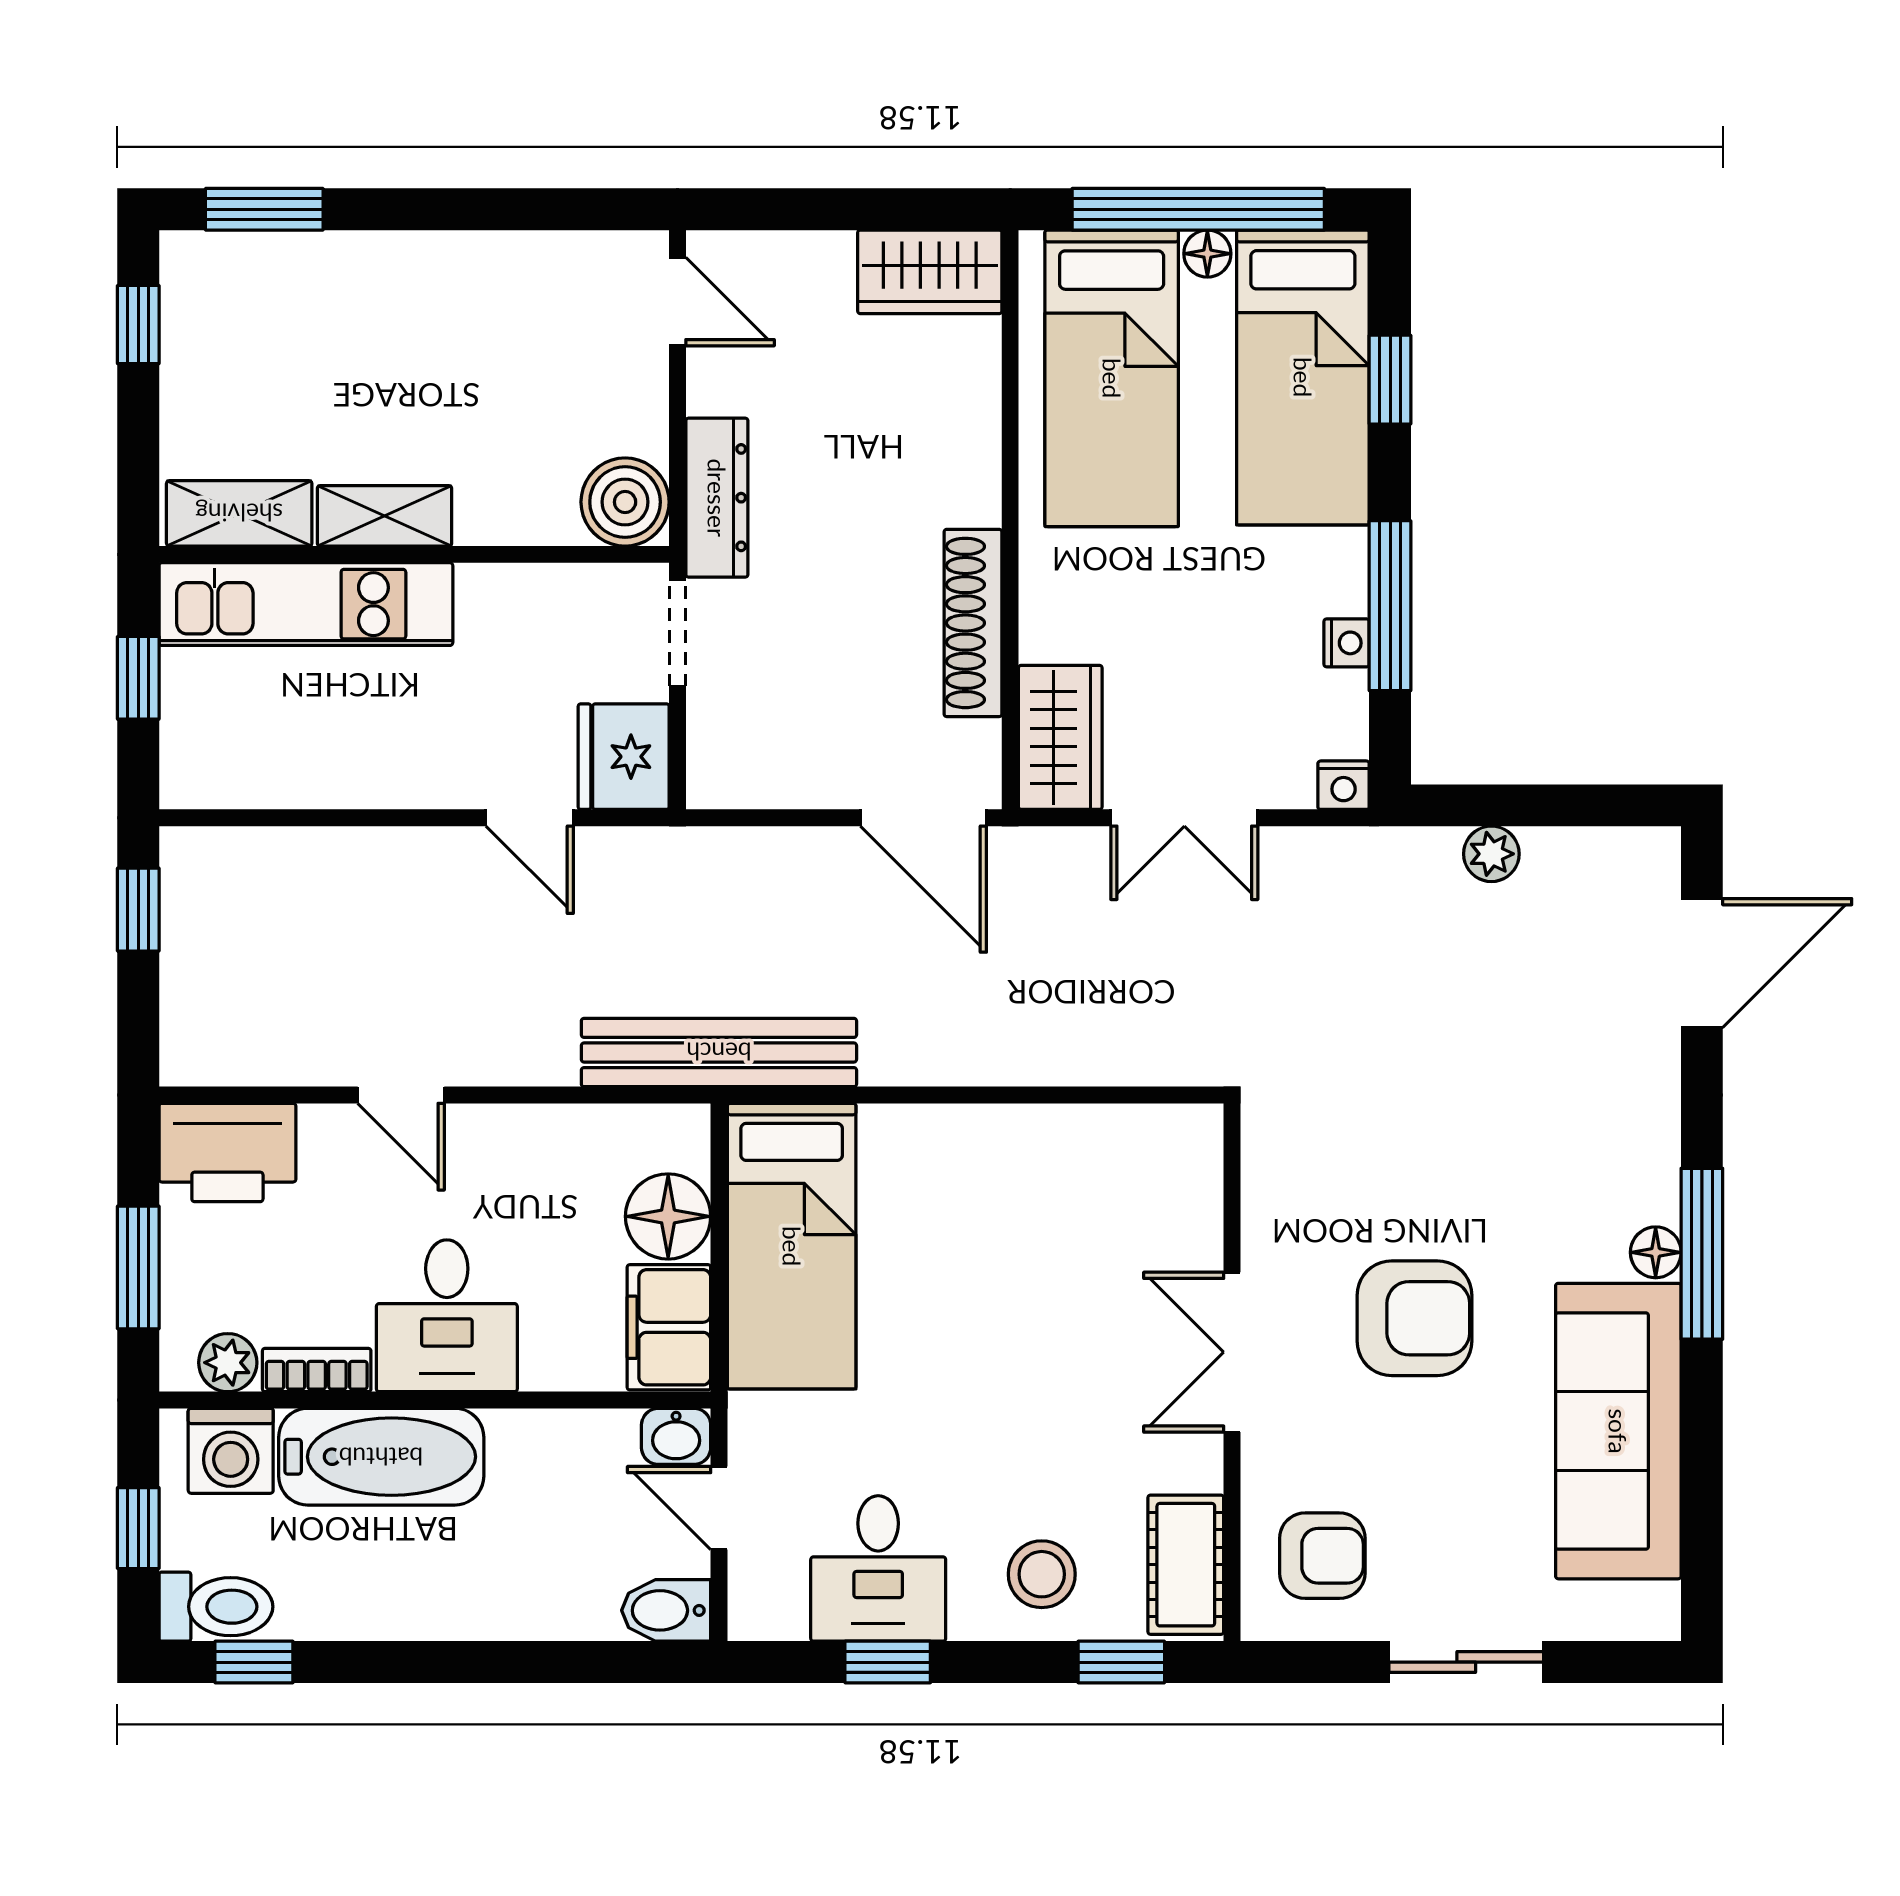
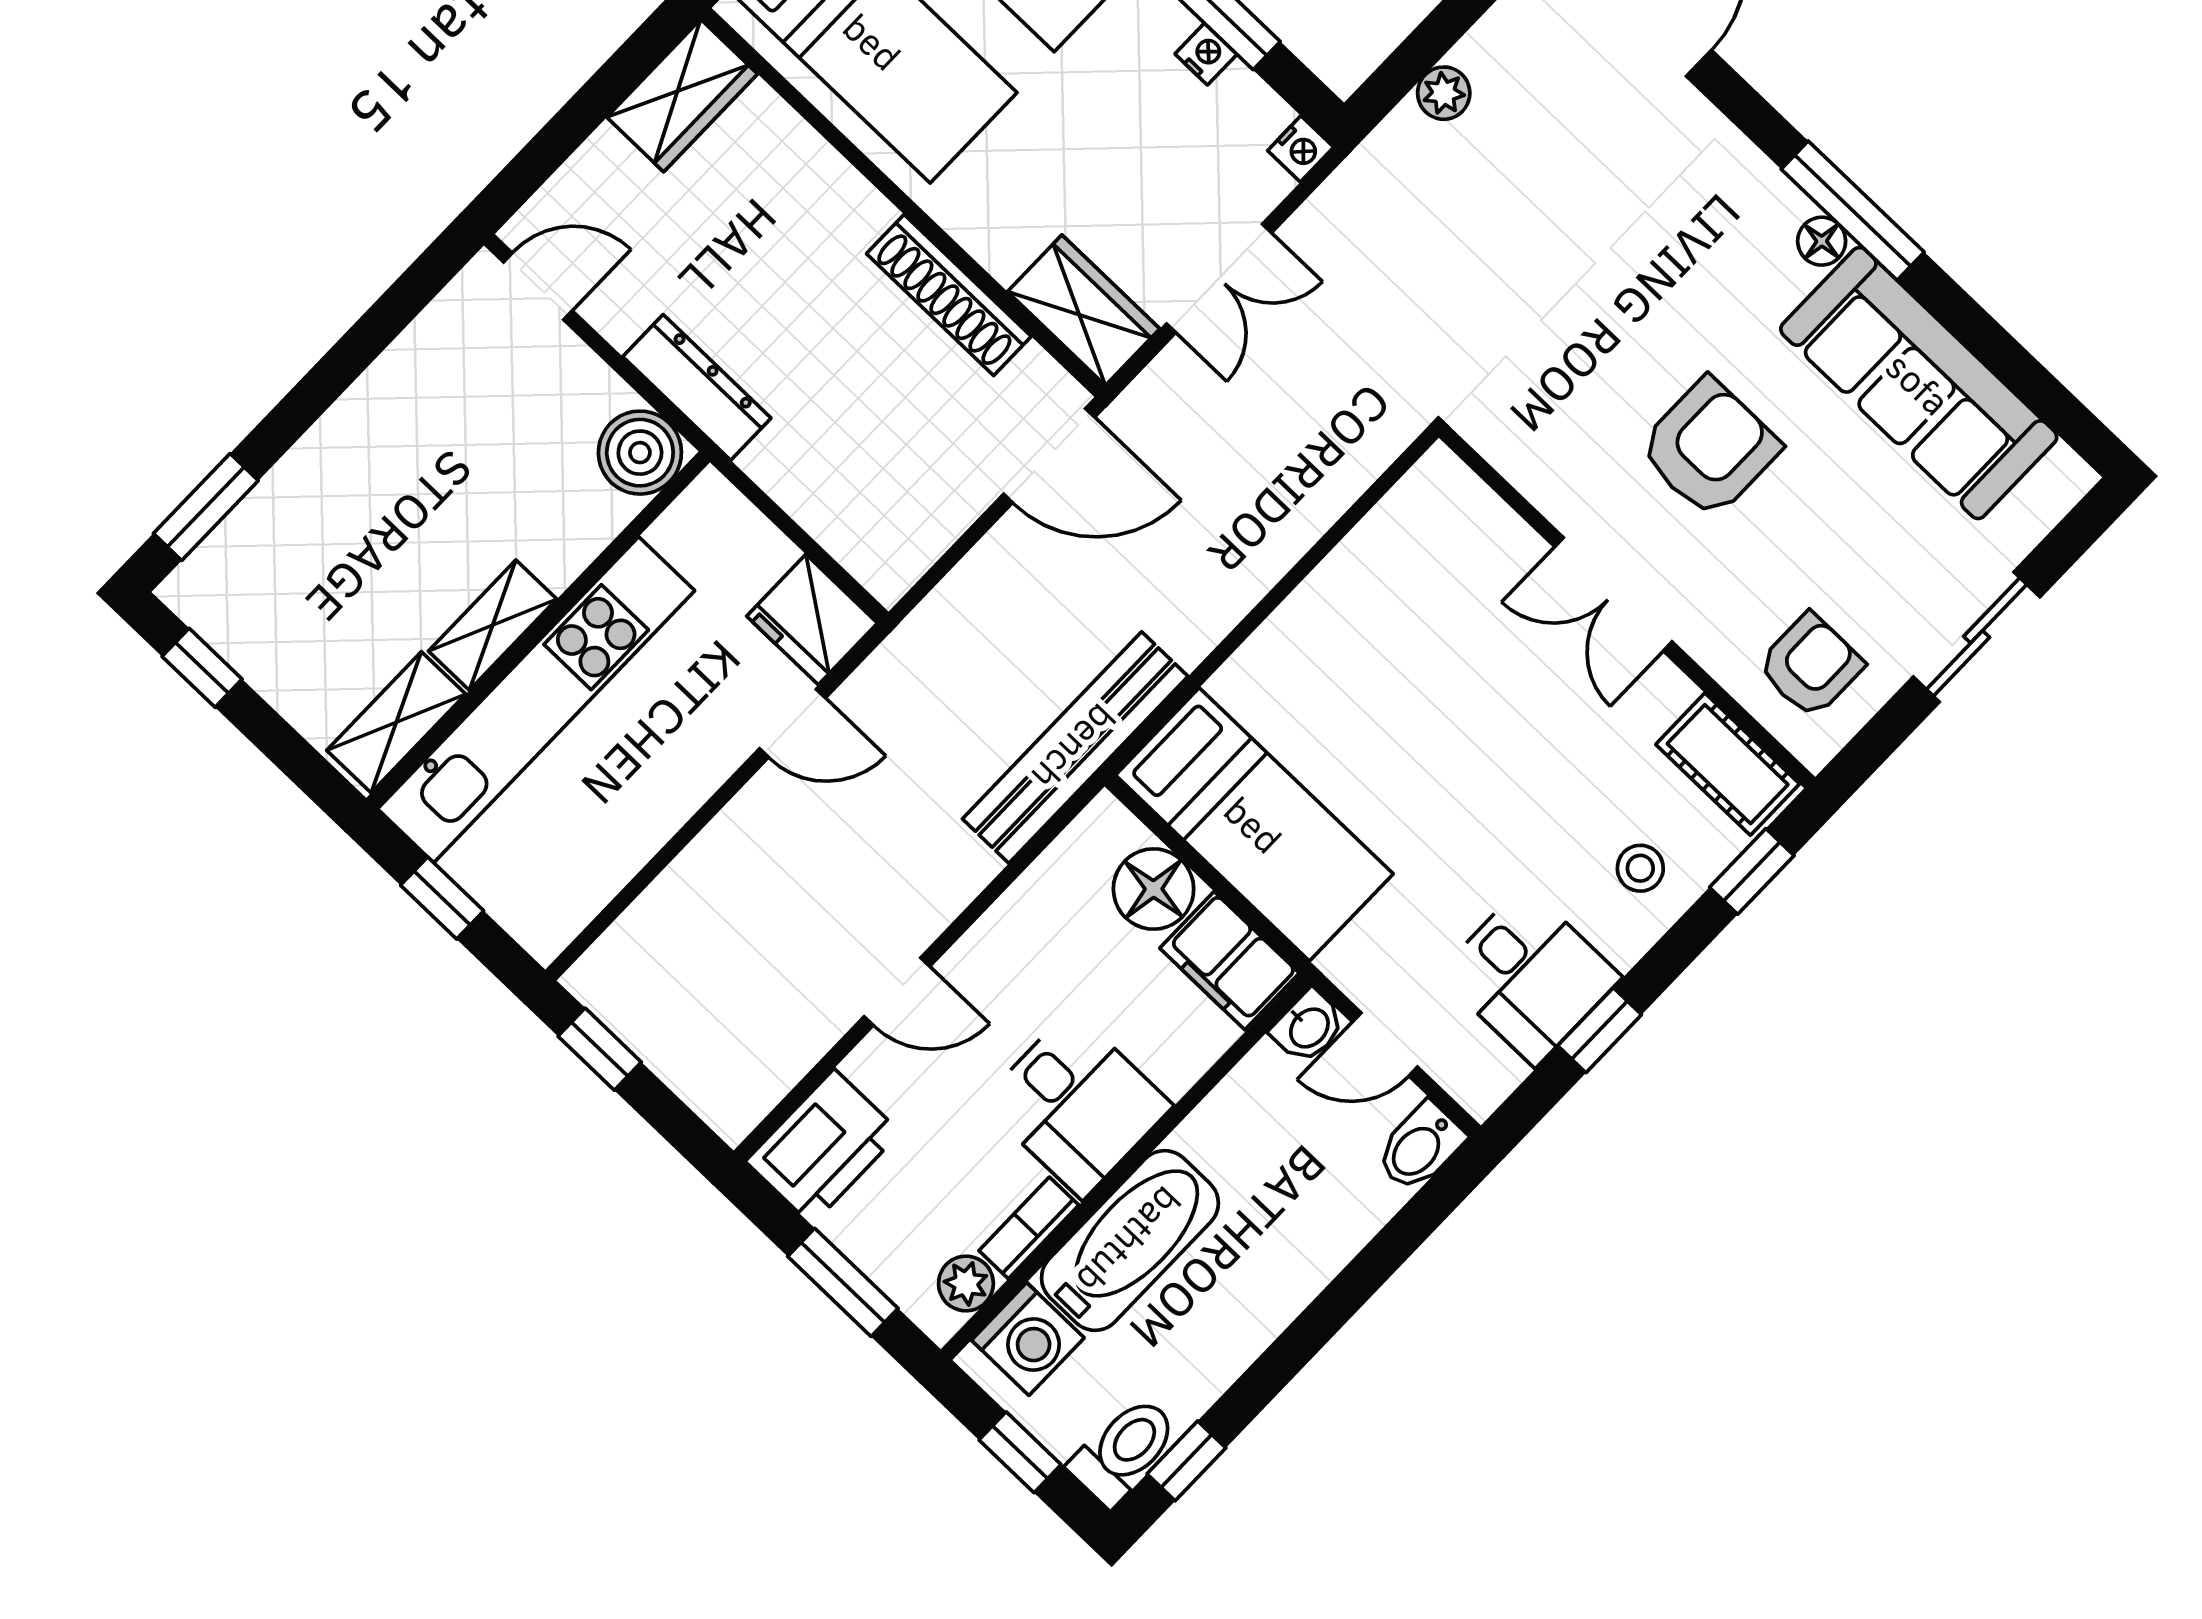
kitchen unit: (306, 604) -> (536, 700), width x1.36
doorway: (677, 633) -> (763, 502), removed
stool: (1042, 1574) -> (1640, 868), width x0.73, depth x0.73

